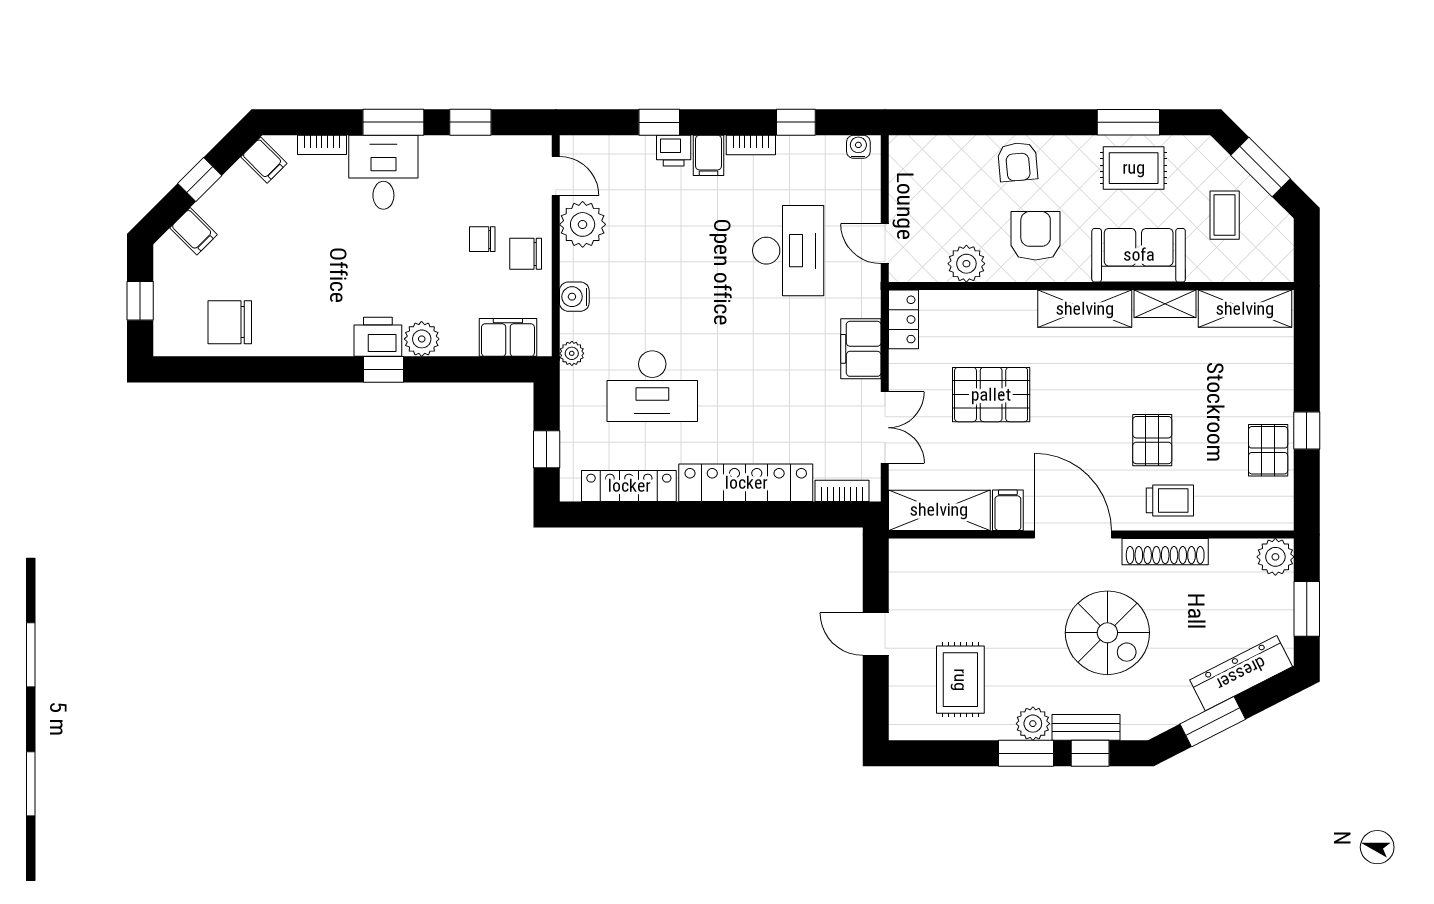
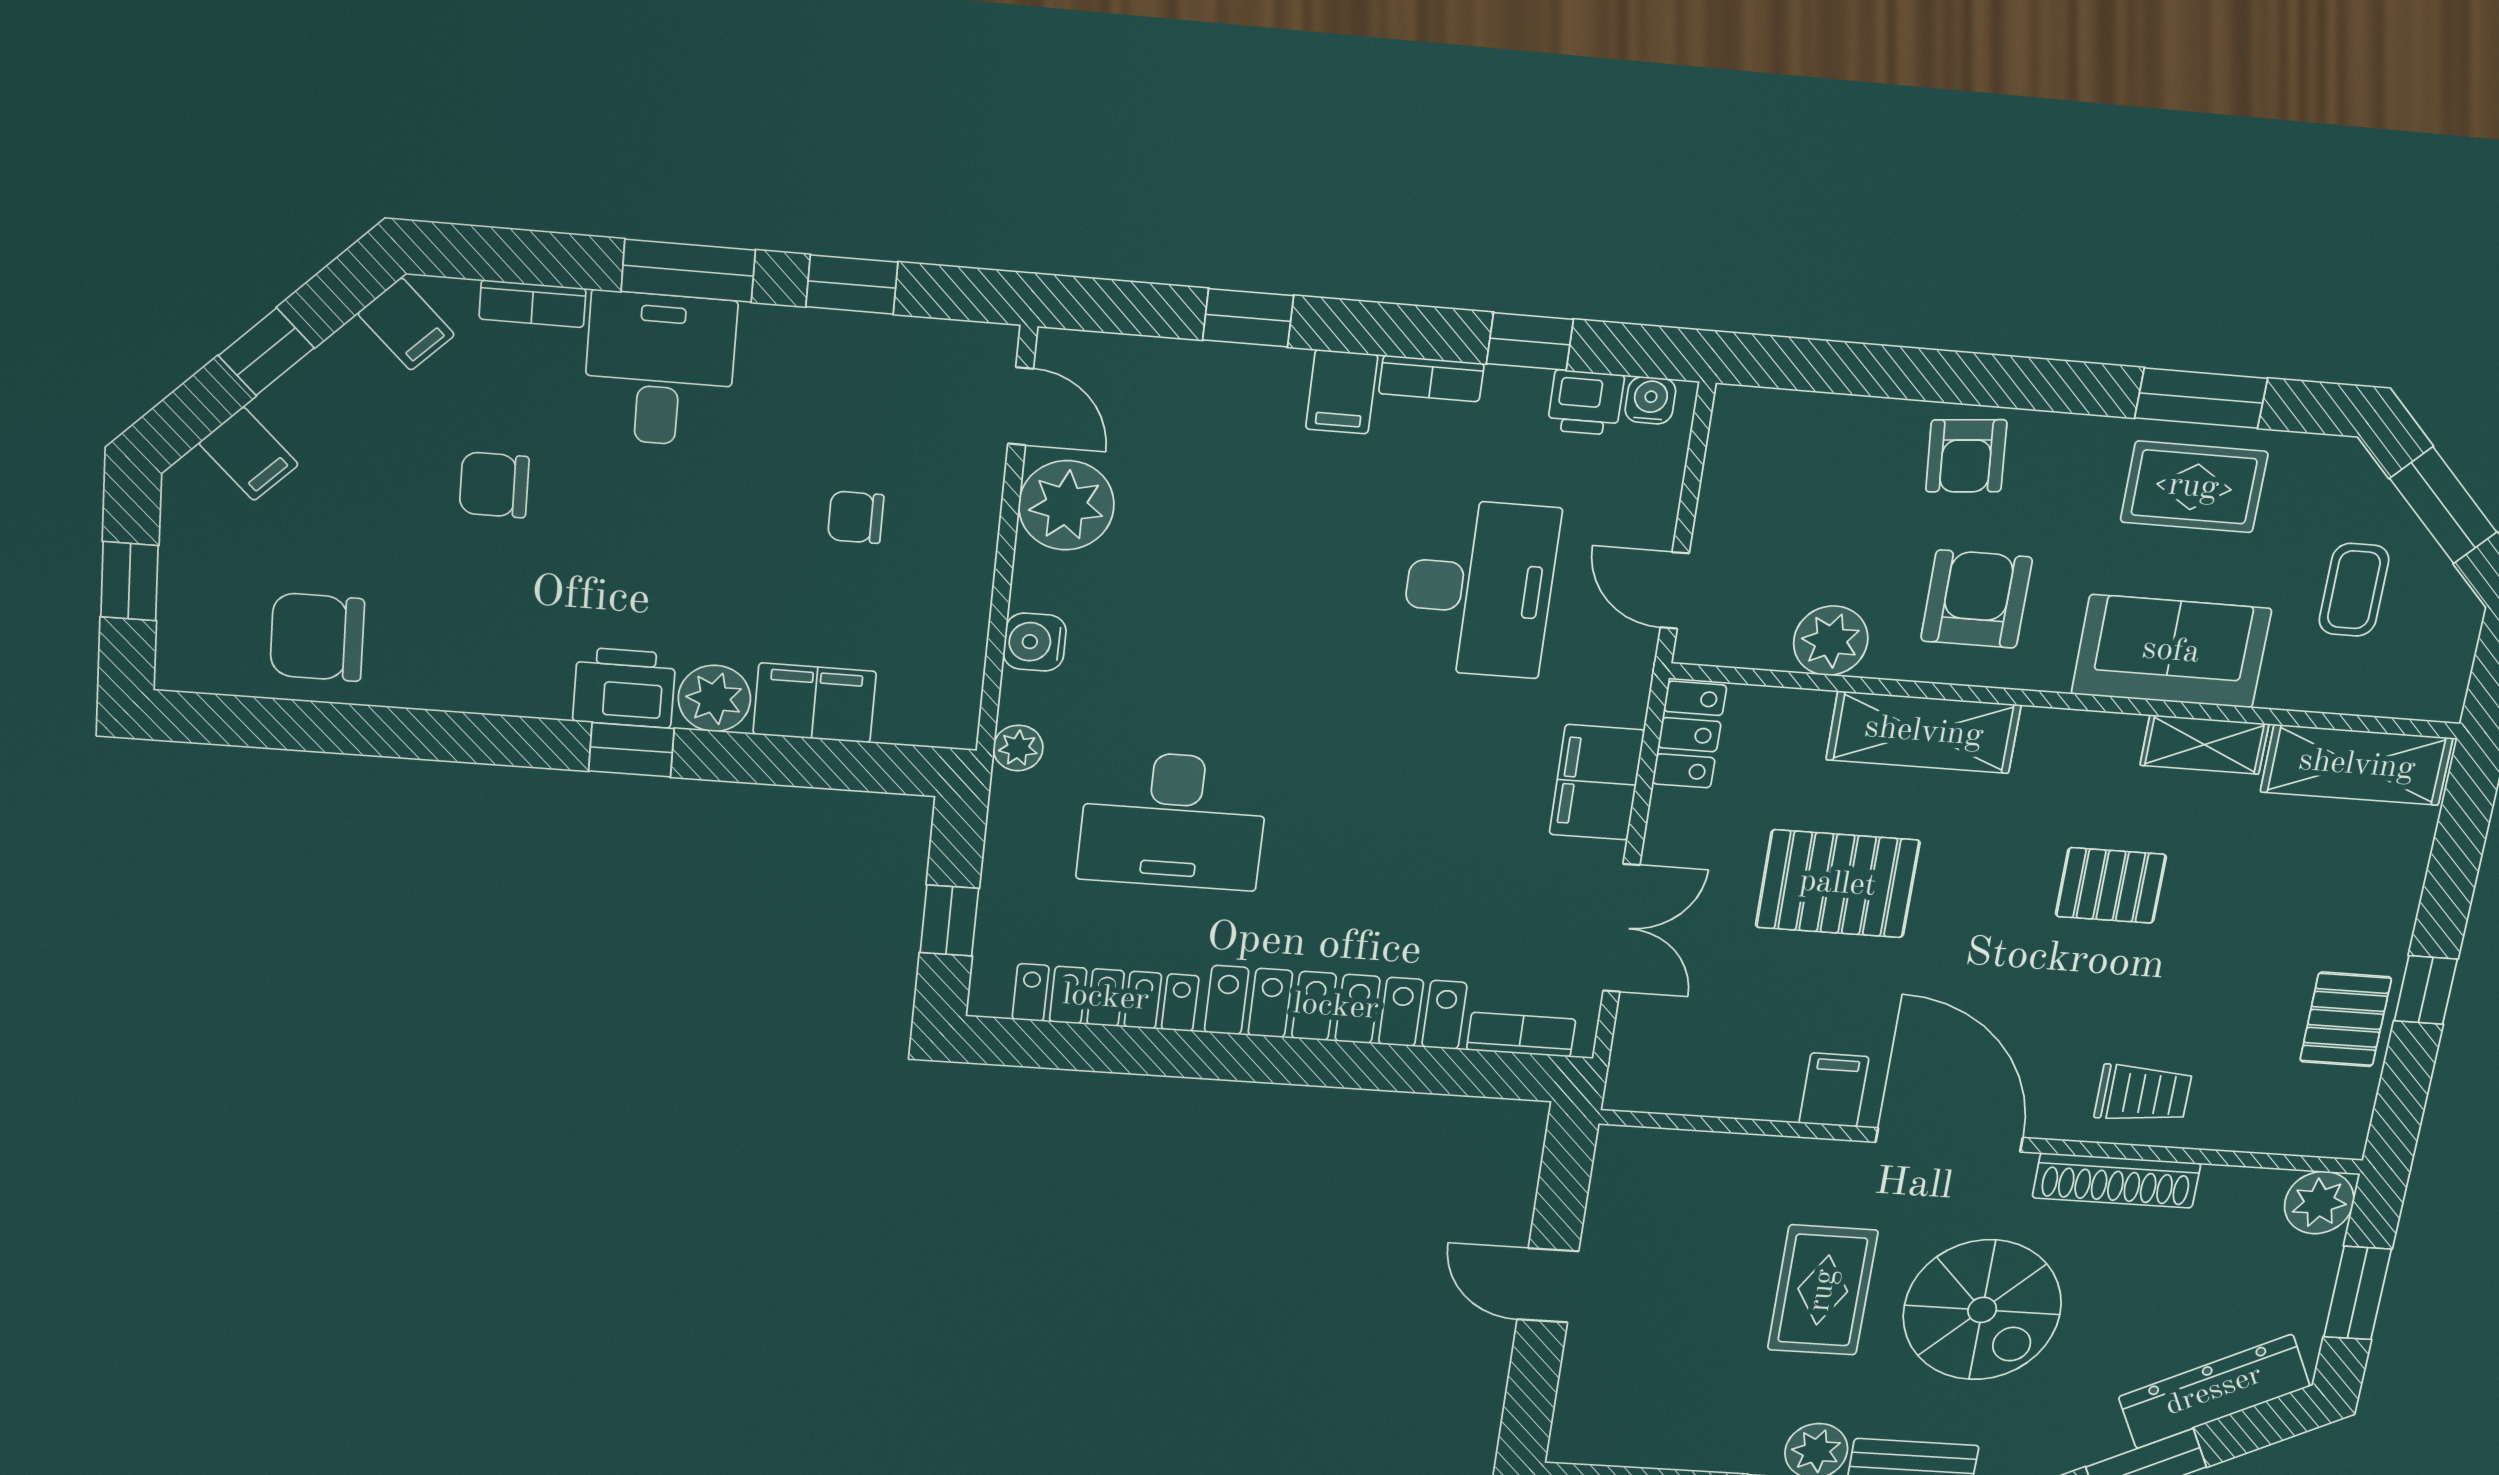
printer: (674, 151) -> (1586, 403), moved
chair: (526, 254) -> (494, 485), moved
shelving: (1085, 309) -> (1924, 732), moved
filing cabinet: (508, 337) -> (815, 703), moved
pallet: (1152, 440) -> (2111, 885), moved, turned 90
shelving: (939, 510) -> (1703, 1081), removed
rug: (960, 680) -> (1823, 1290), moved

